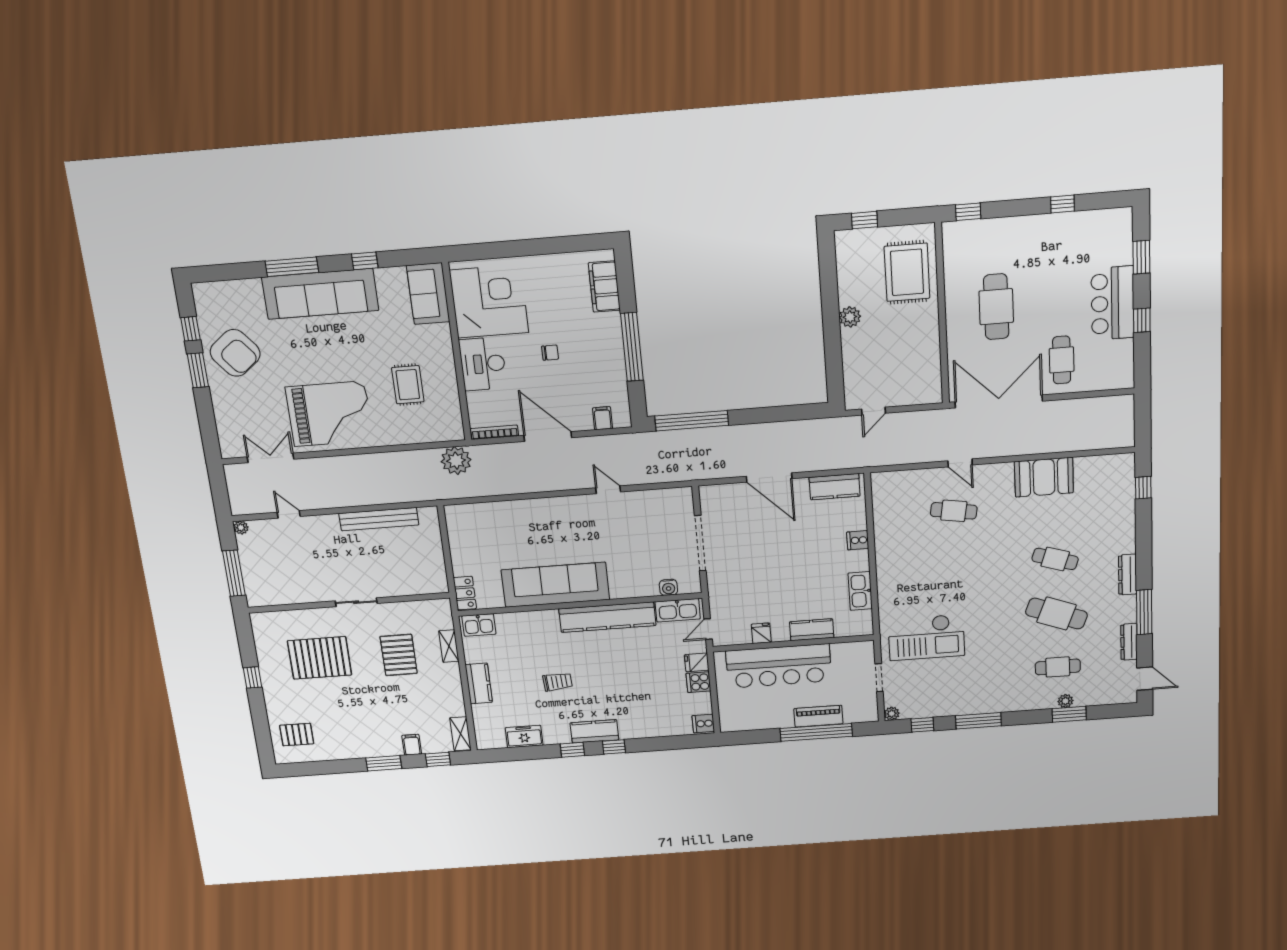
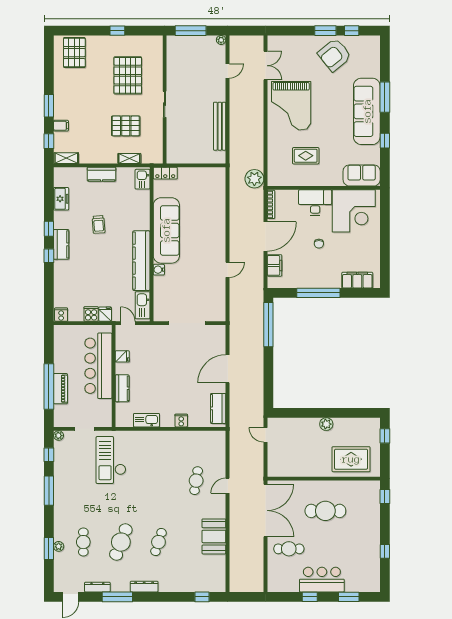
filing cabinet: (603, 418) -> (274, 265), width x2.00
water cooler: (668, 587) -> (159, 270), moved
pallet: (297, 735) -> (74, 53), width x1.50, depth x1.42

